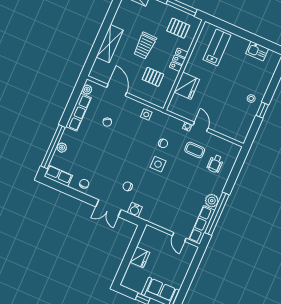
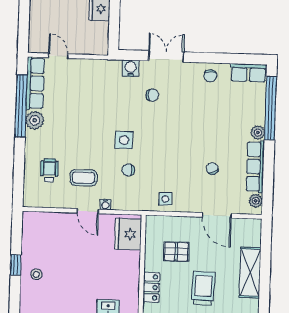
fridge: (187, 86) -> (128, 234), moved
plant: (62, 148) -> (258, 132), moved

